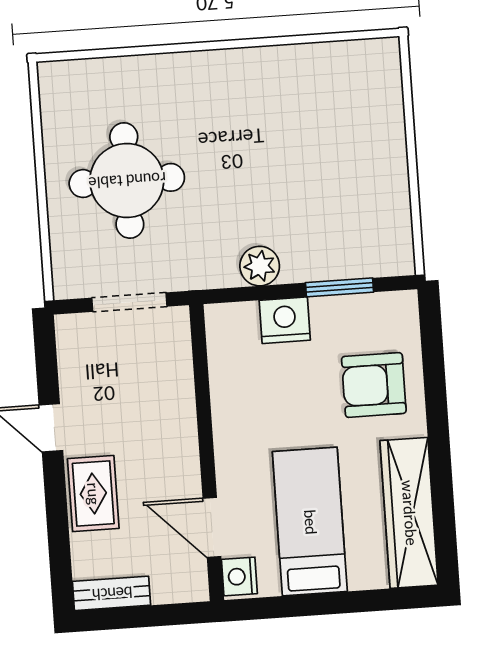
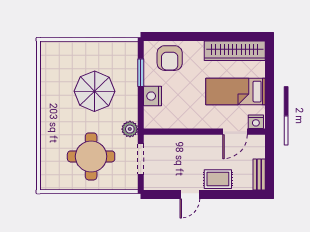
parasol: (286, 178) -> (95, 91), added
plant: (260, 266) -> (130, 129), moved
armchair: (374, 385) -> (170, 58), moved

